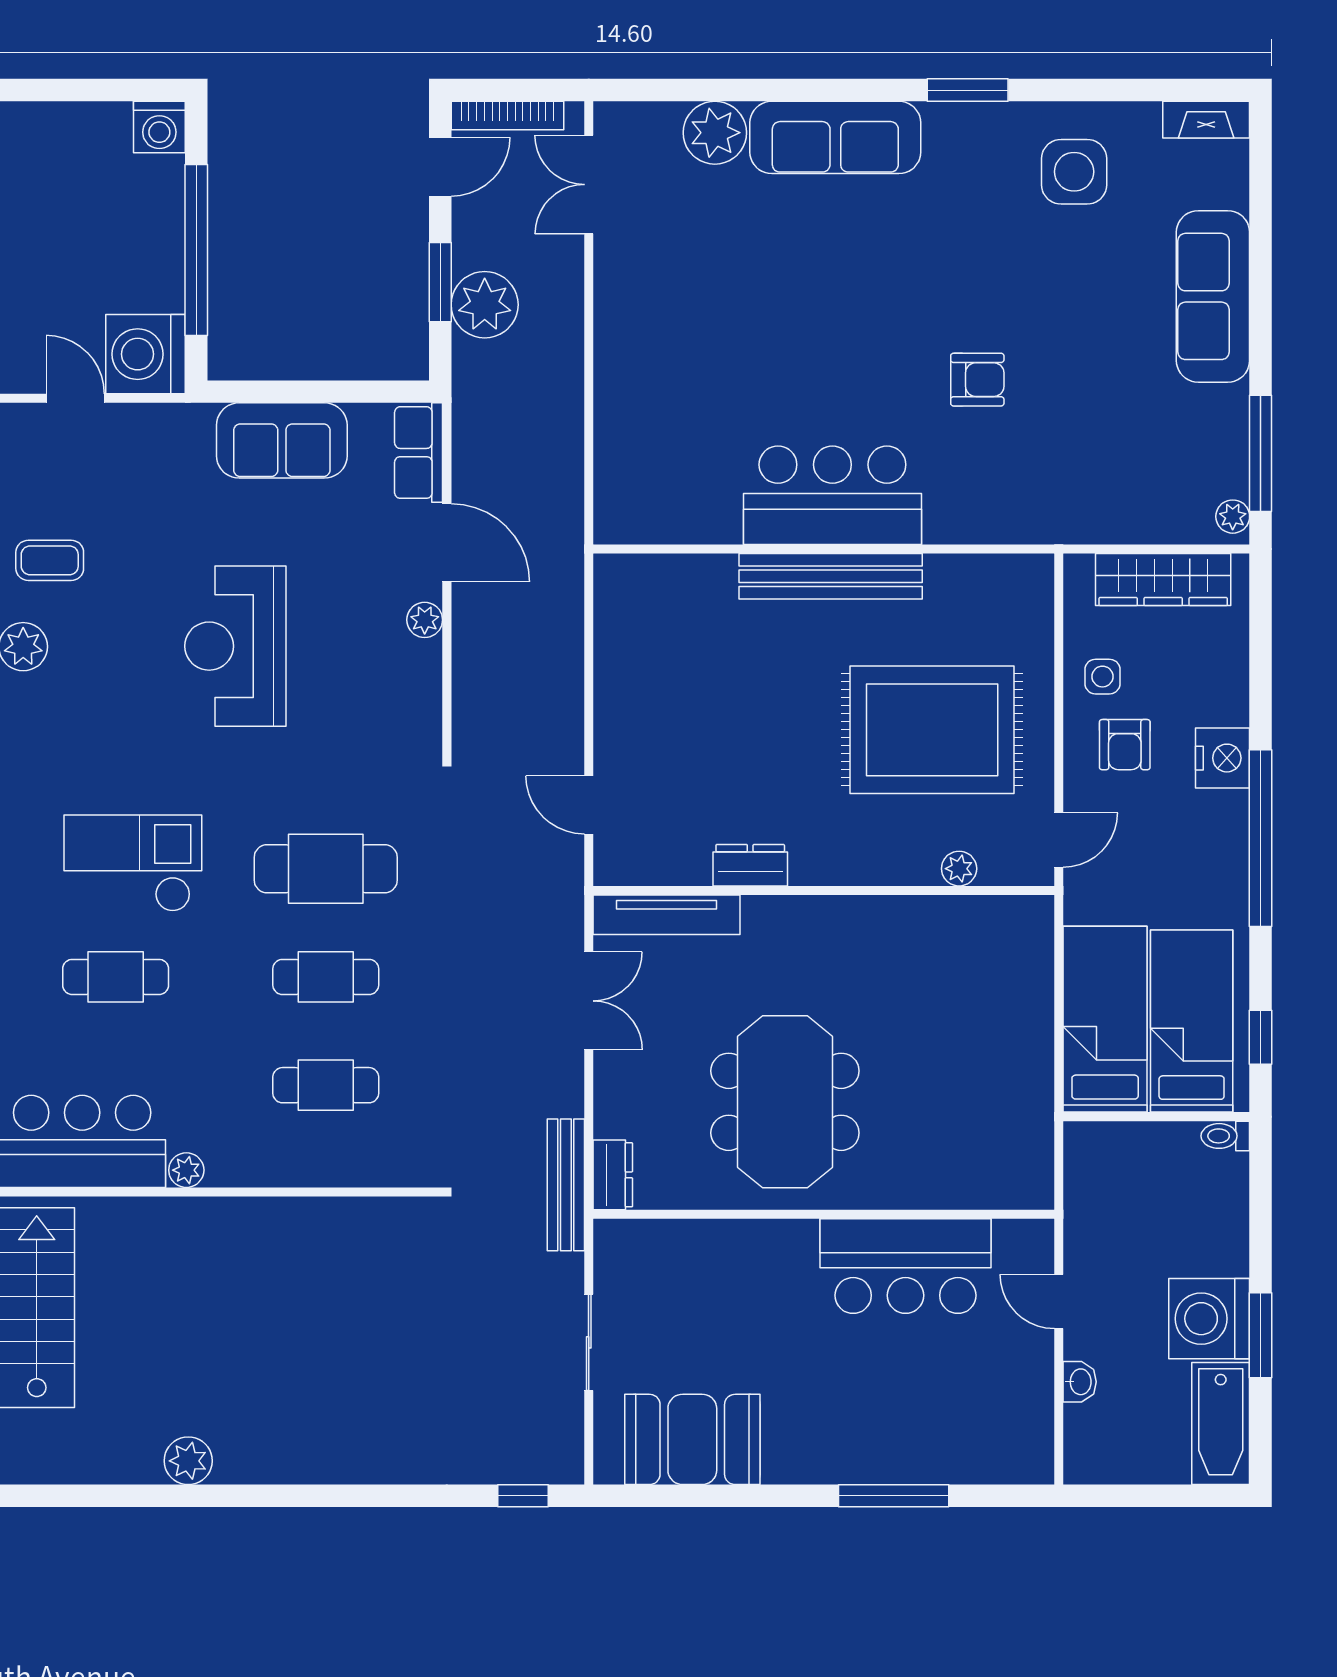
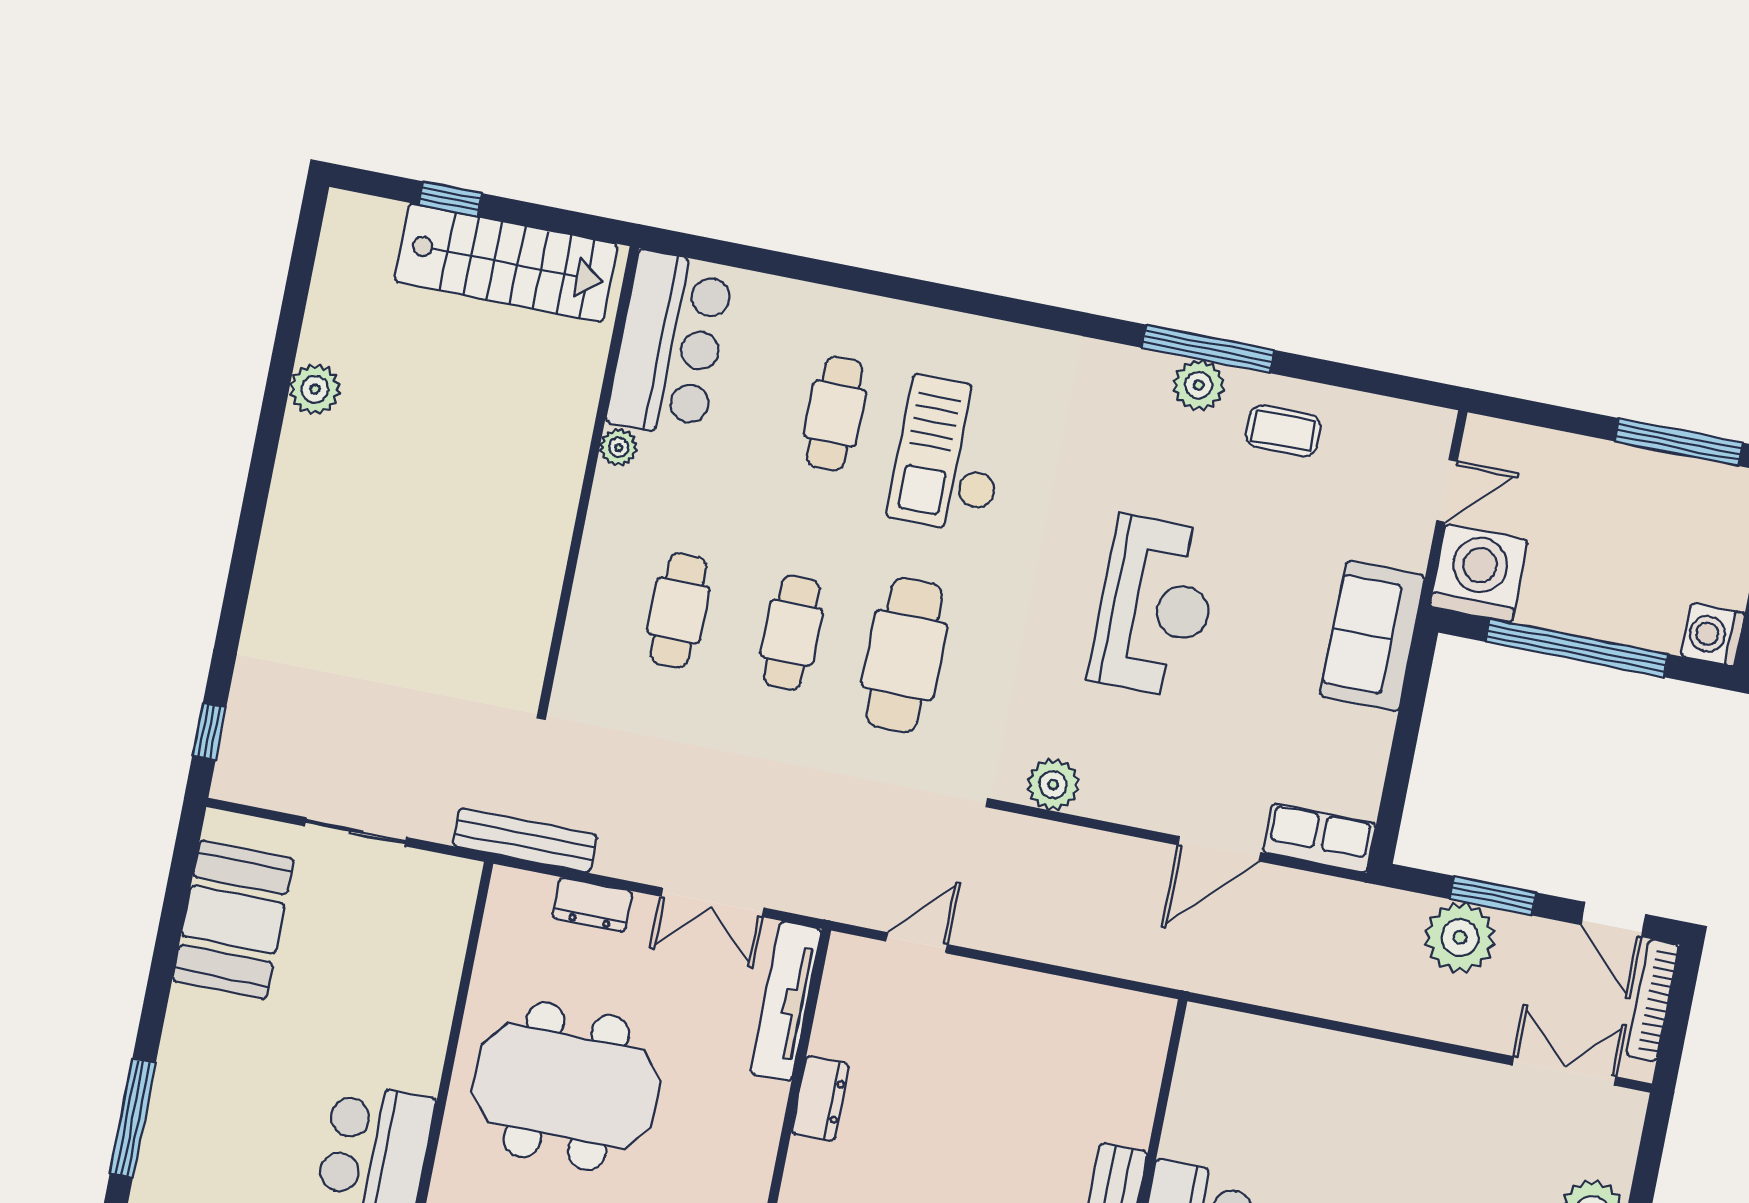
sofa: (282, 440) -> (1373, 636), moved
coffee table: (50, 560) -> (1283, 431), turned 90
plant: (425, 620) -> (1053, 785), moved, width x1.38, depth x1.38
reception desk: (235, 646) -> (1155, 607), turned 90
checkout: (133, 863) -> (950, 455), turned 180
dresser: (613, 1175) -> (592, 905), moved

